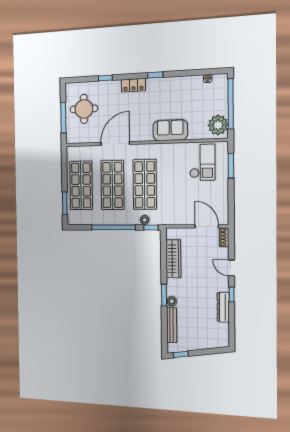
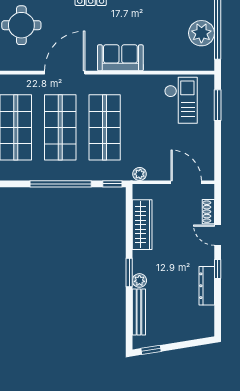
plant: (218, 125) -> (201, 33), moved
sofa: (170, 130) -> (120, 58), moved
plant: (145, 220) -> (140, 174), moved
shoe rack: (224, 237) -> (208, 212), moved

